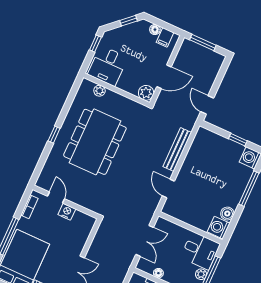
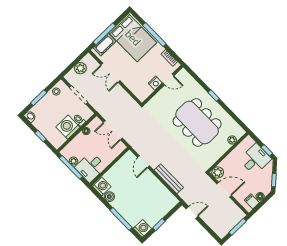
desk: (108, 66) -> (255, 159), moved, turned 90
door: (164, 77) -> (224, 190), swing flipped
door: (168, 188) -> (144, 162), swing flipped

